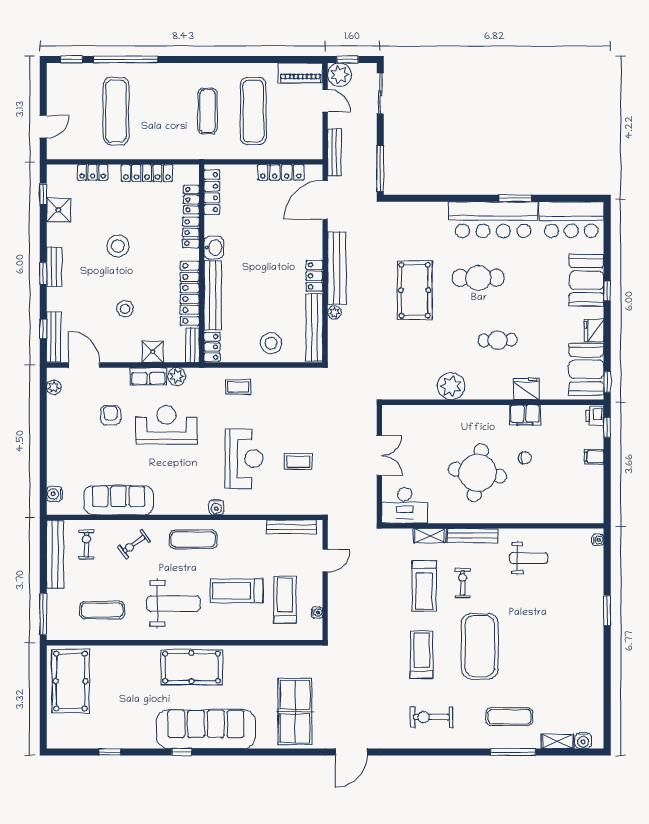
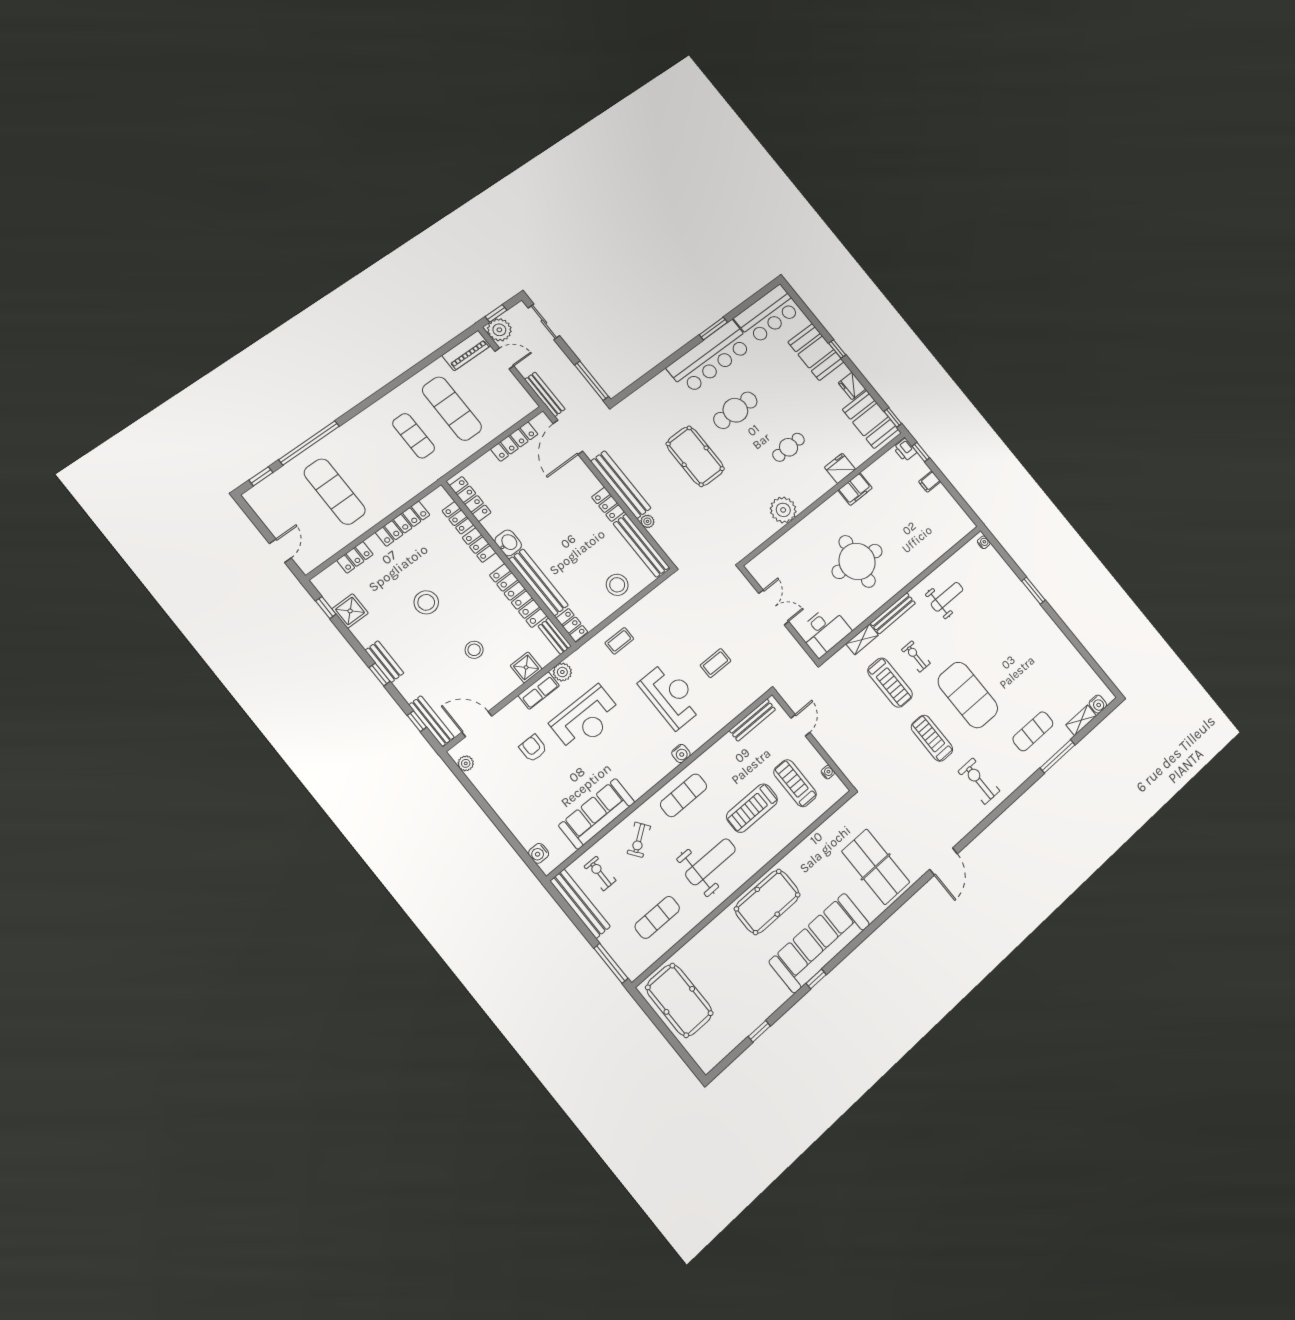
reception desk: (166, 425) -> (586, 719), turned 180
chair: (525, 458) -> (882, 522), removed
exercise bike: (432, 717) -> (979, 781), turned 90

